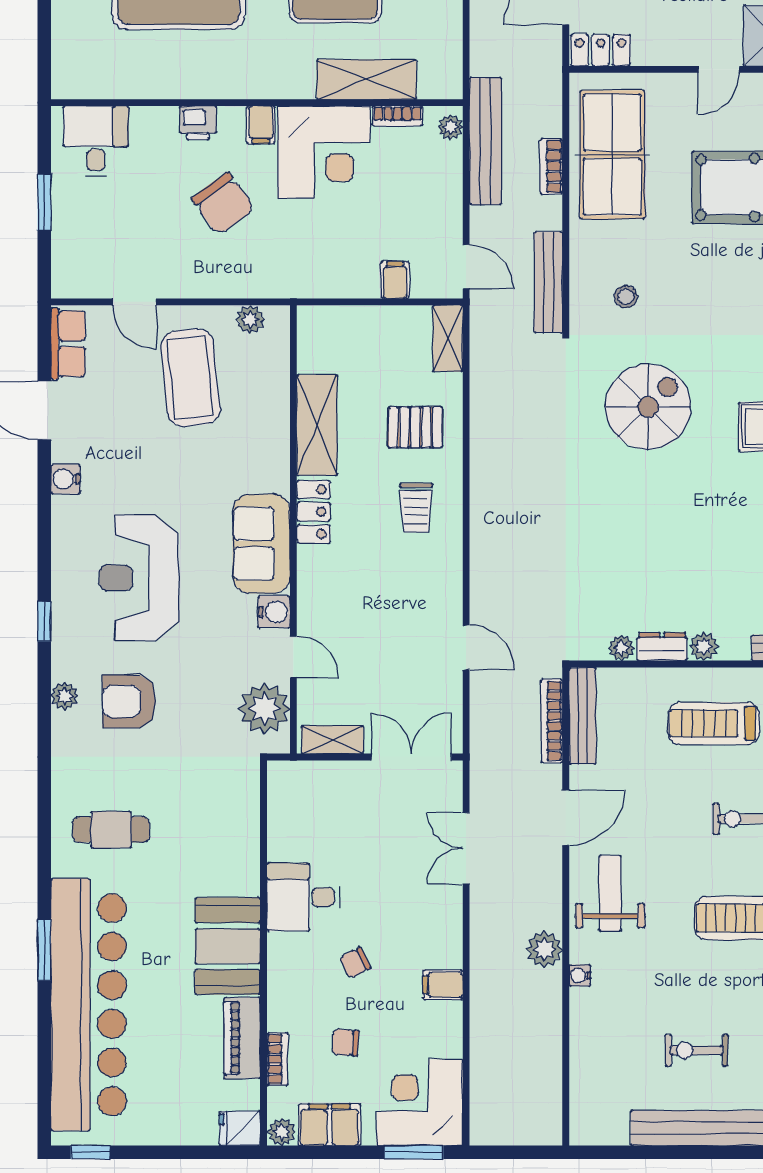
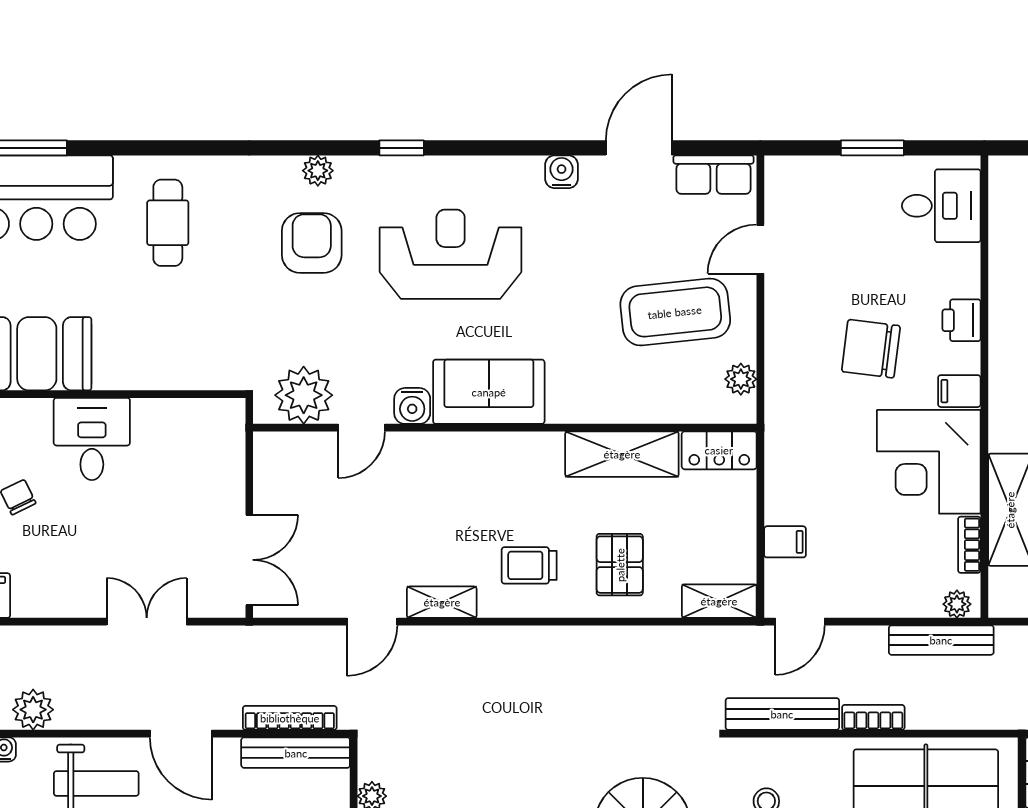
bench: (485, 141) -> (941, 640), width x0.73, depth x0.82
bookcase: (551, 166) -> (873, 717), moved
chair: (223, 204) -> (871, 349), turned 43
locker: (314, 512) -> (719, 450), moved
shelving: (332, 740) -> (442, 602), moved, turned 90

